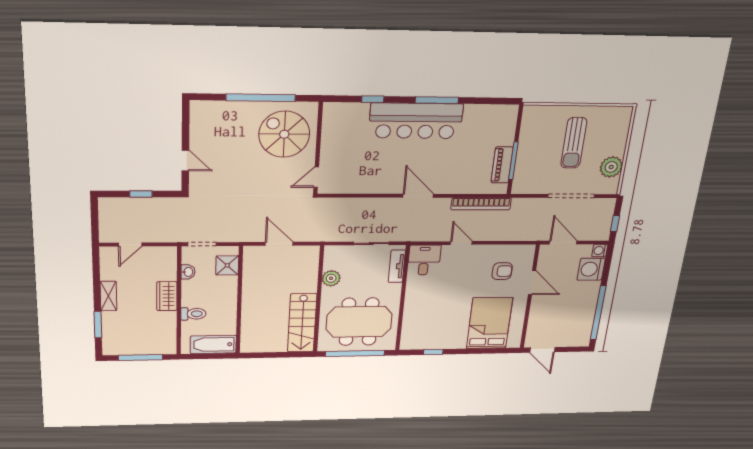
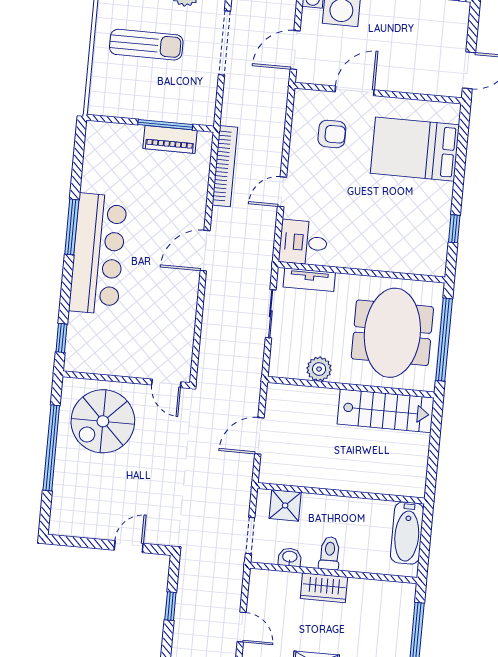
window: (373, 99) -> (61, 338), moved
armchair: (502, 271) -> (332, 134), turned 90
toilet: (193, 314) -> (330, 553), moved

